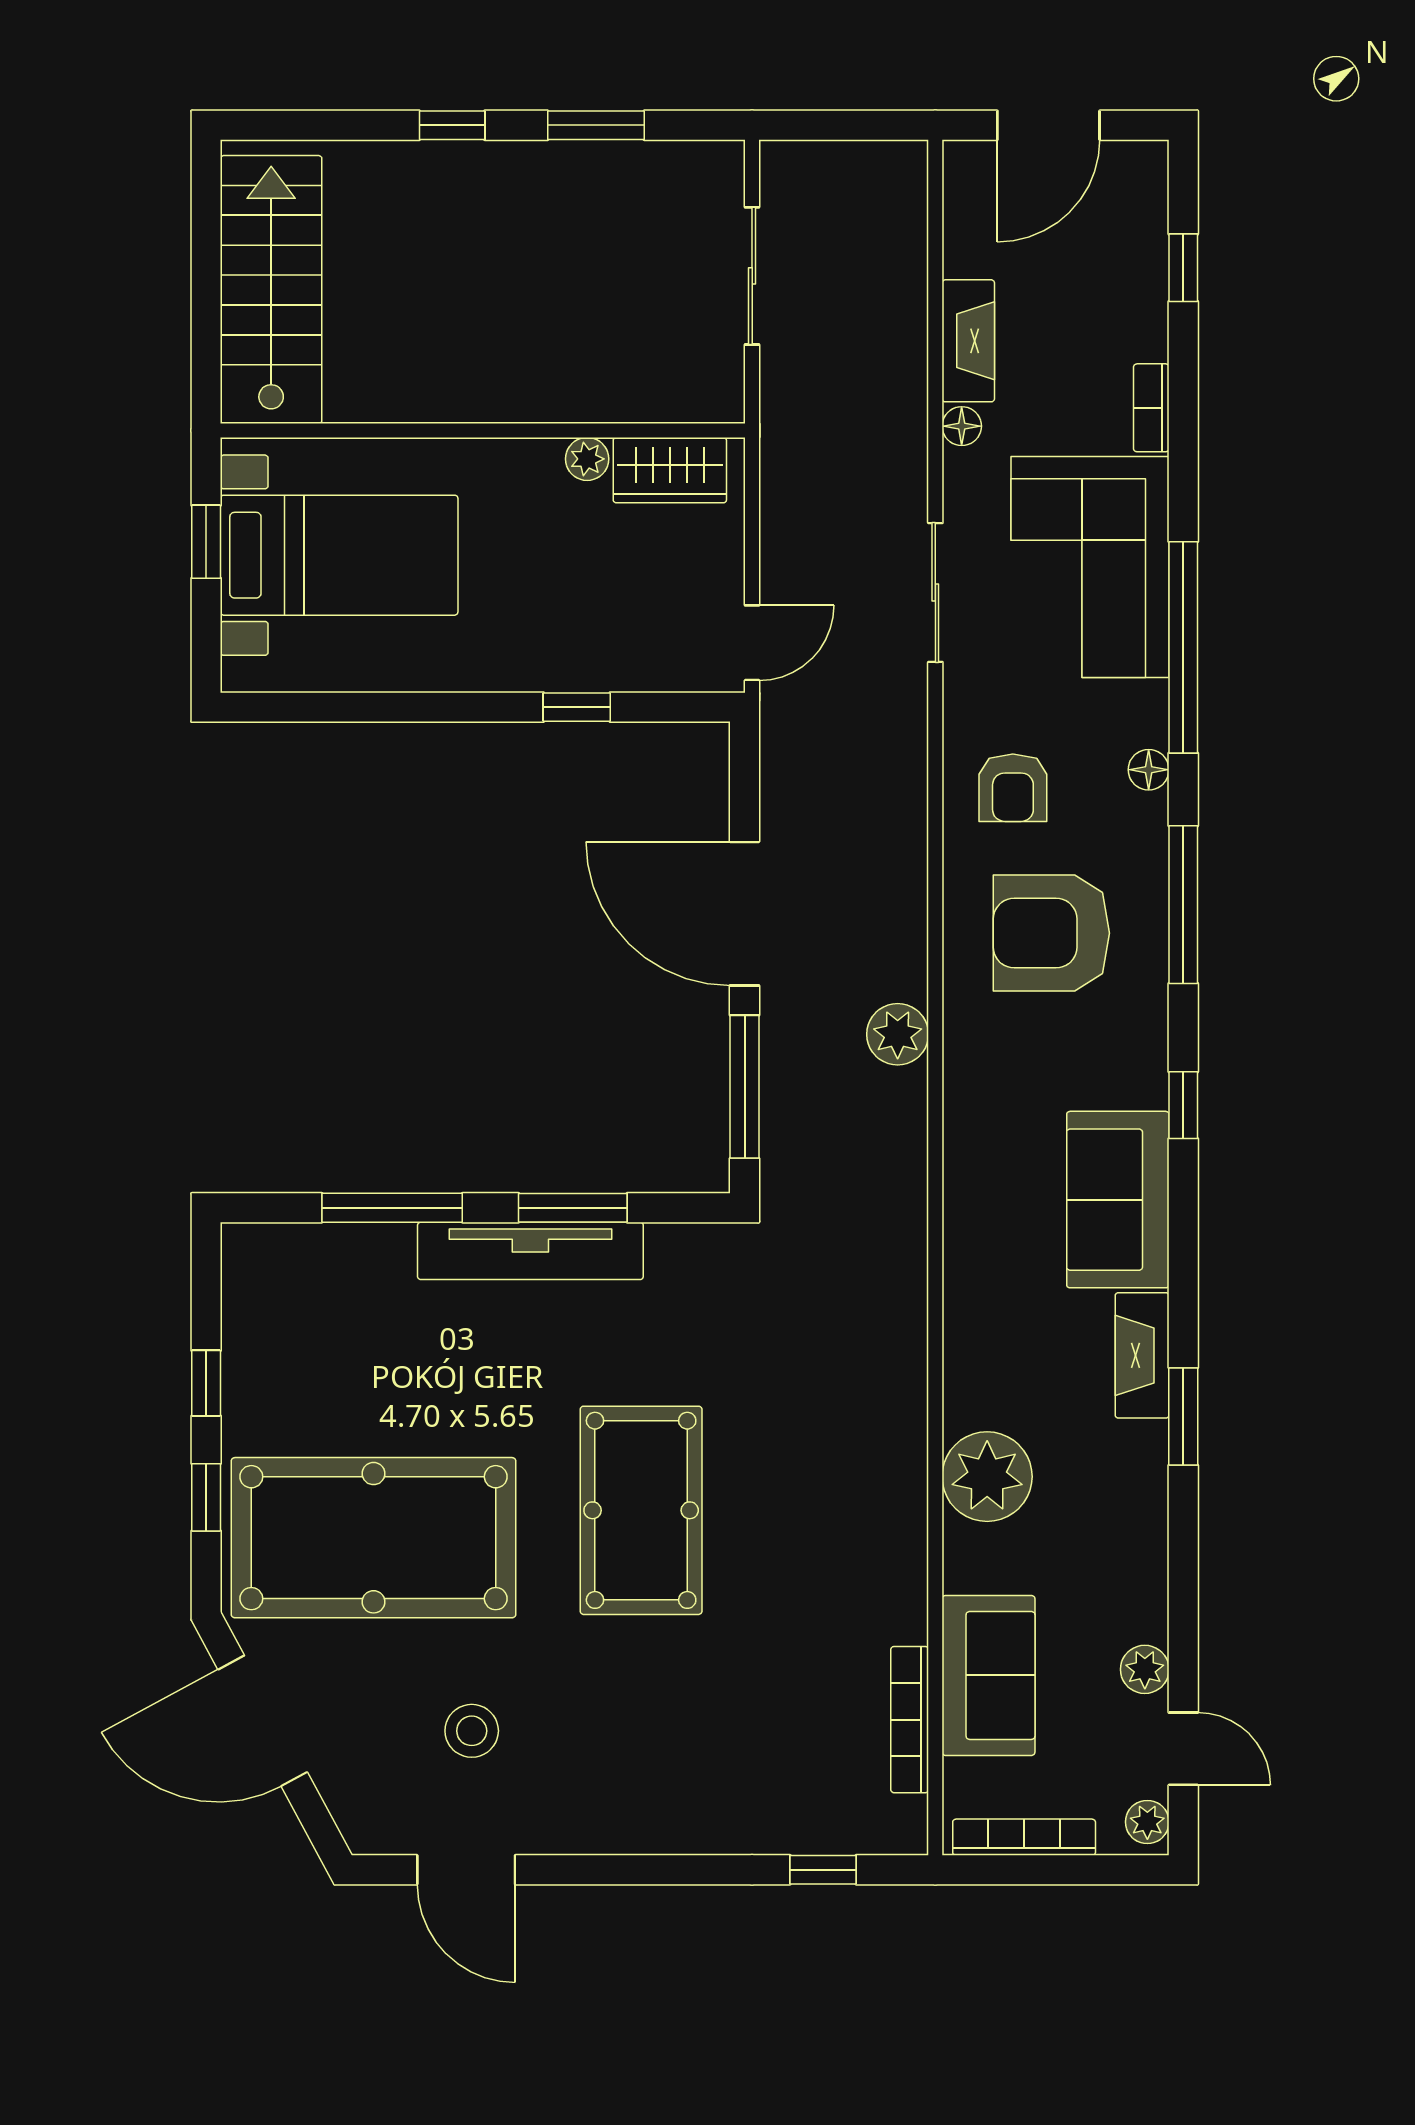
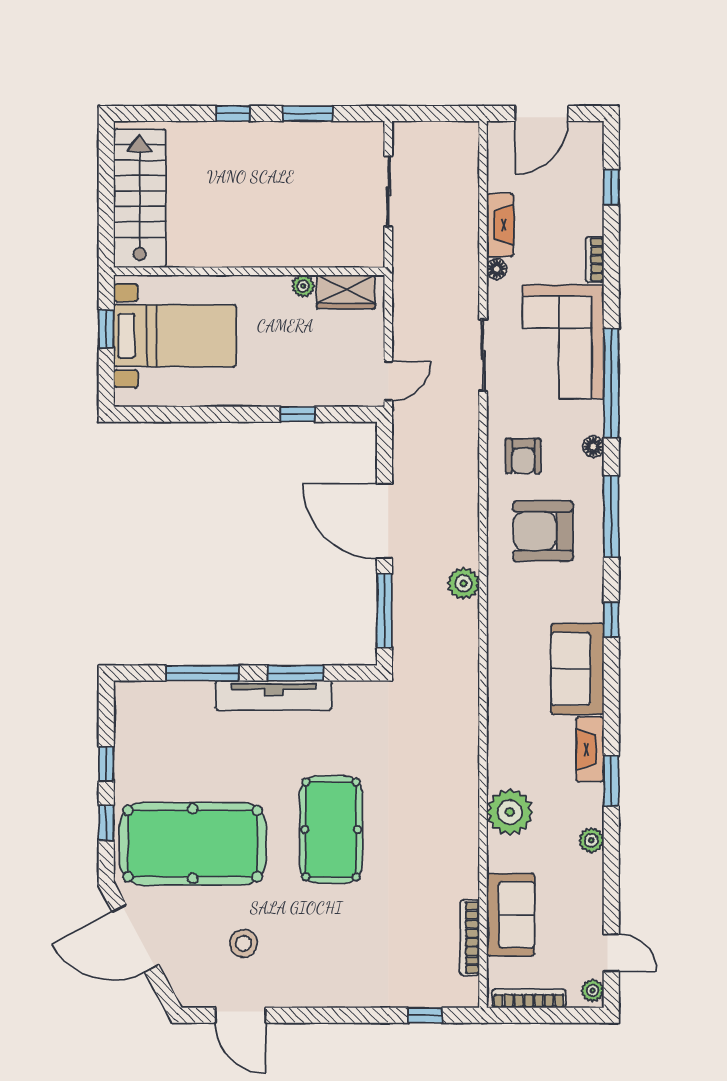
plant: (1145, 1669) -> (591, 840), moved

